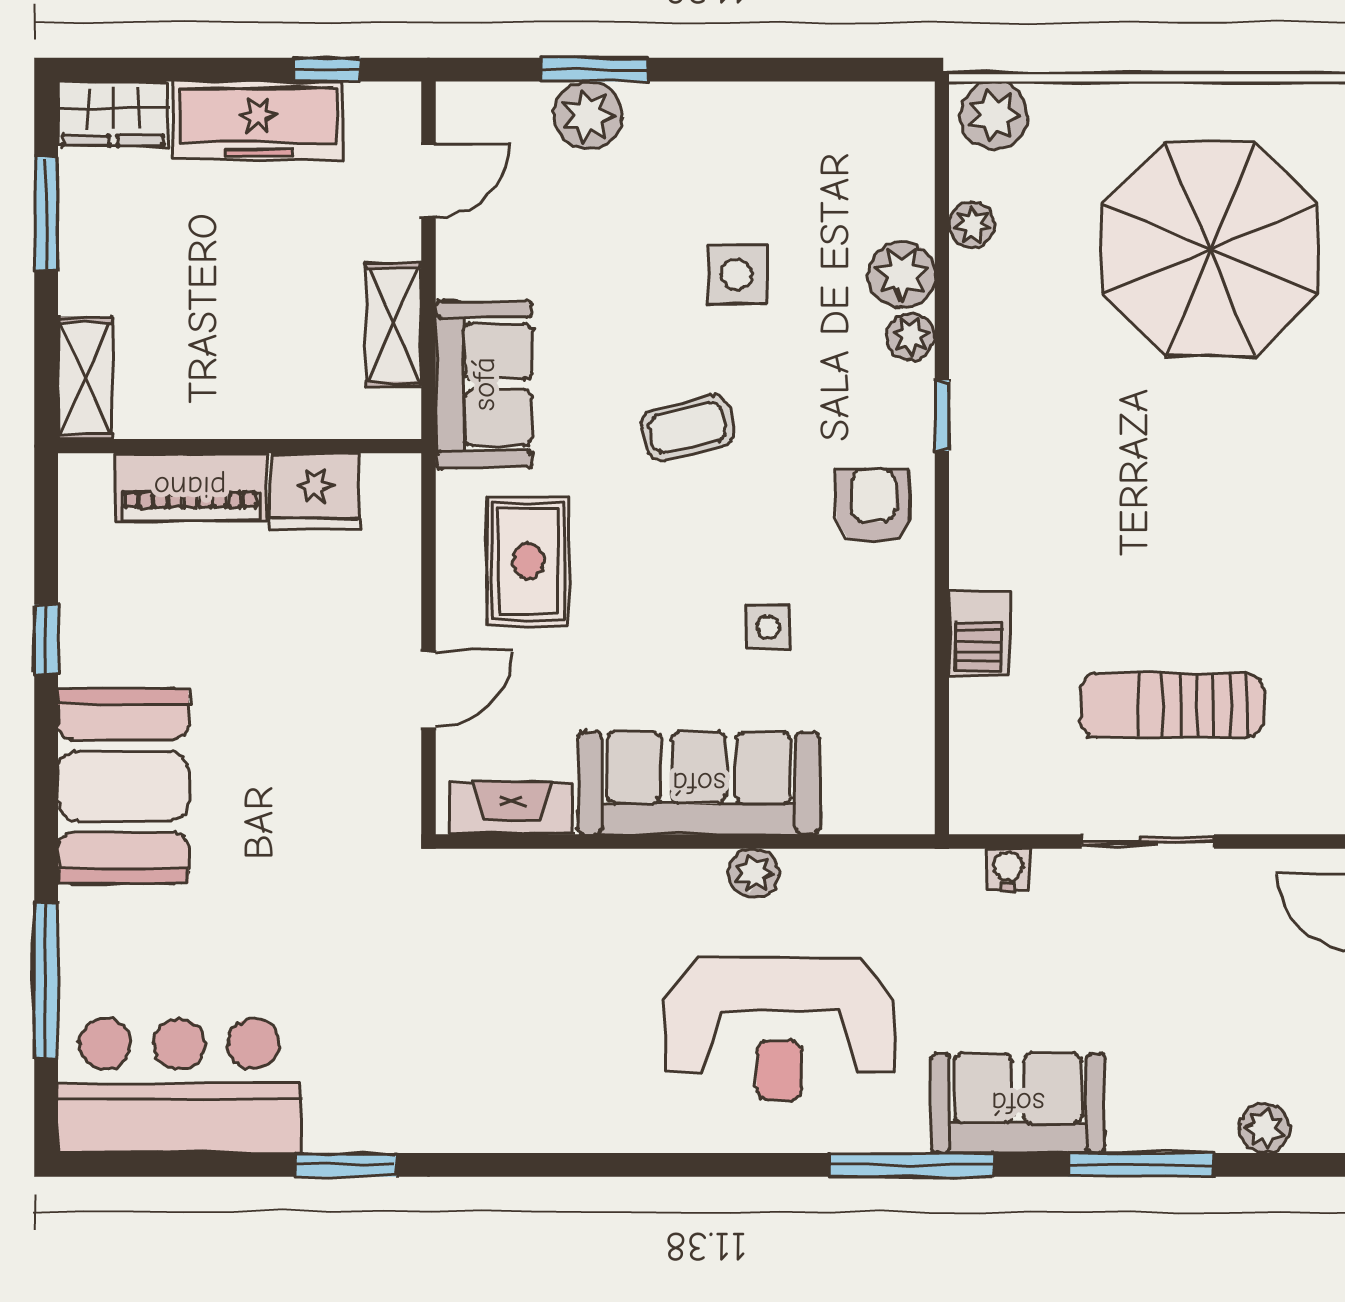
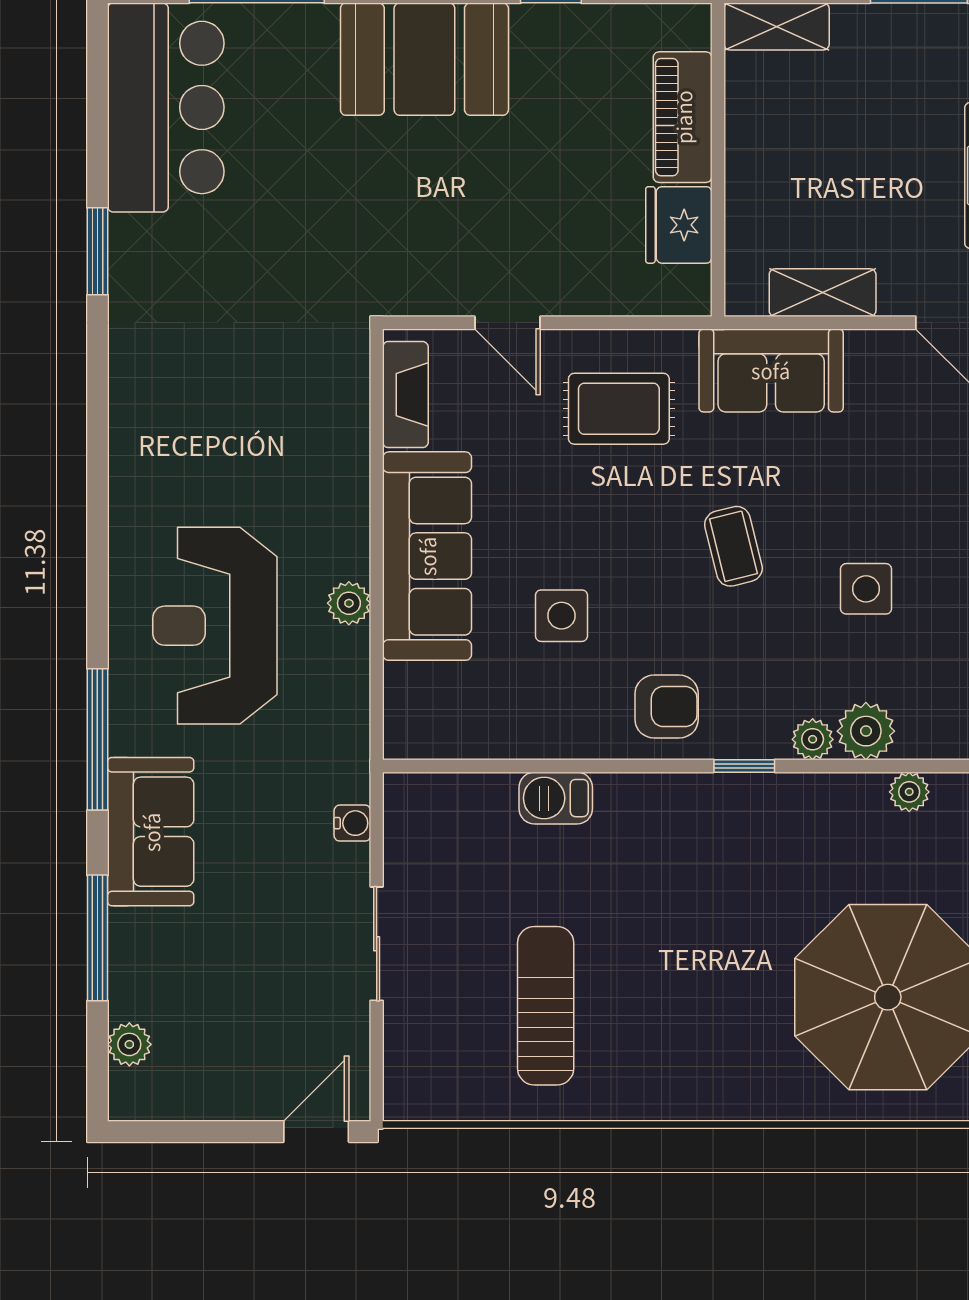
side table: (768, 627) -> (561, 616), width x1.37, depth x1.37
sun lounger: (1172, 705) -> (546, 1006), moved

